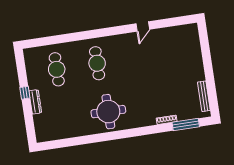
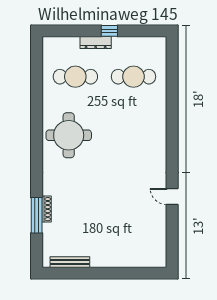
cafe table: (97, 63) -> (75, 77), moved
window: (186, 125) -> (37, 215), moved

